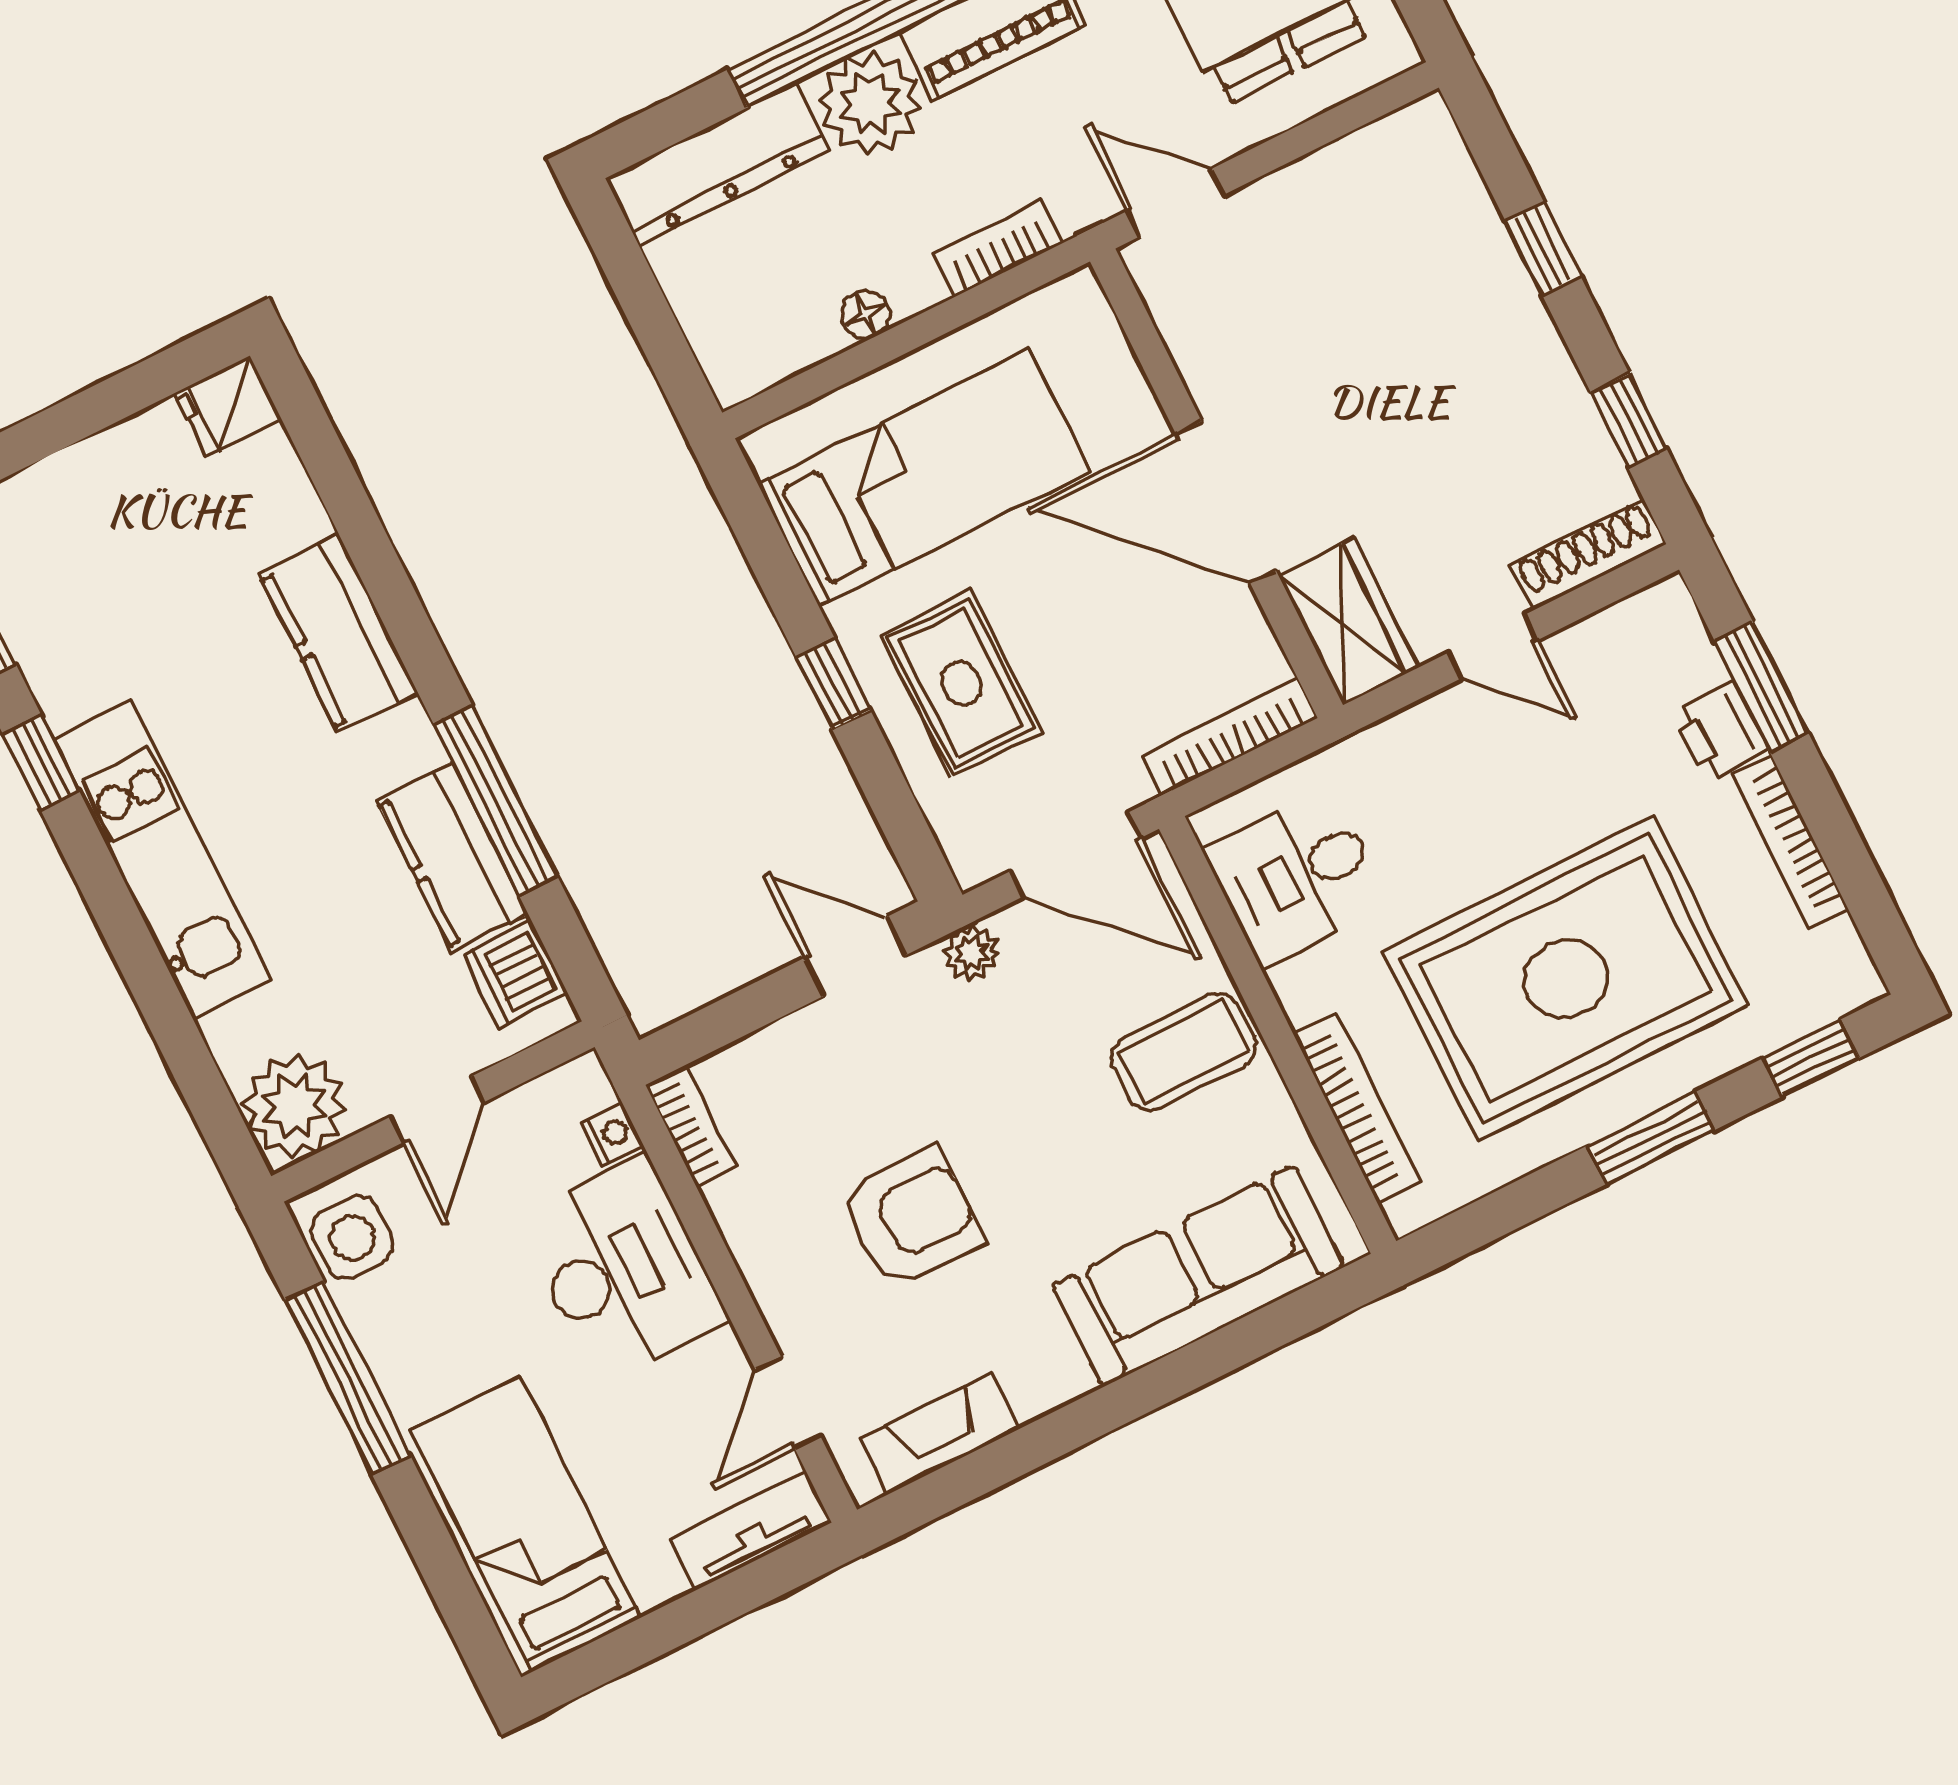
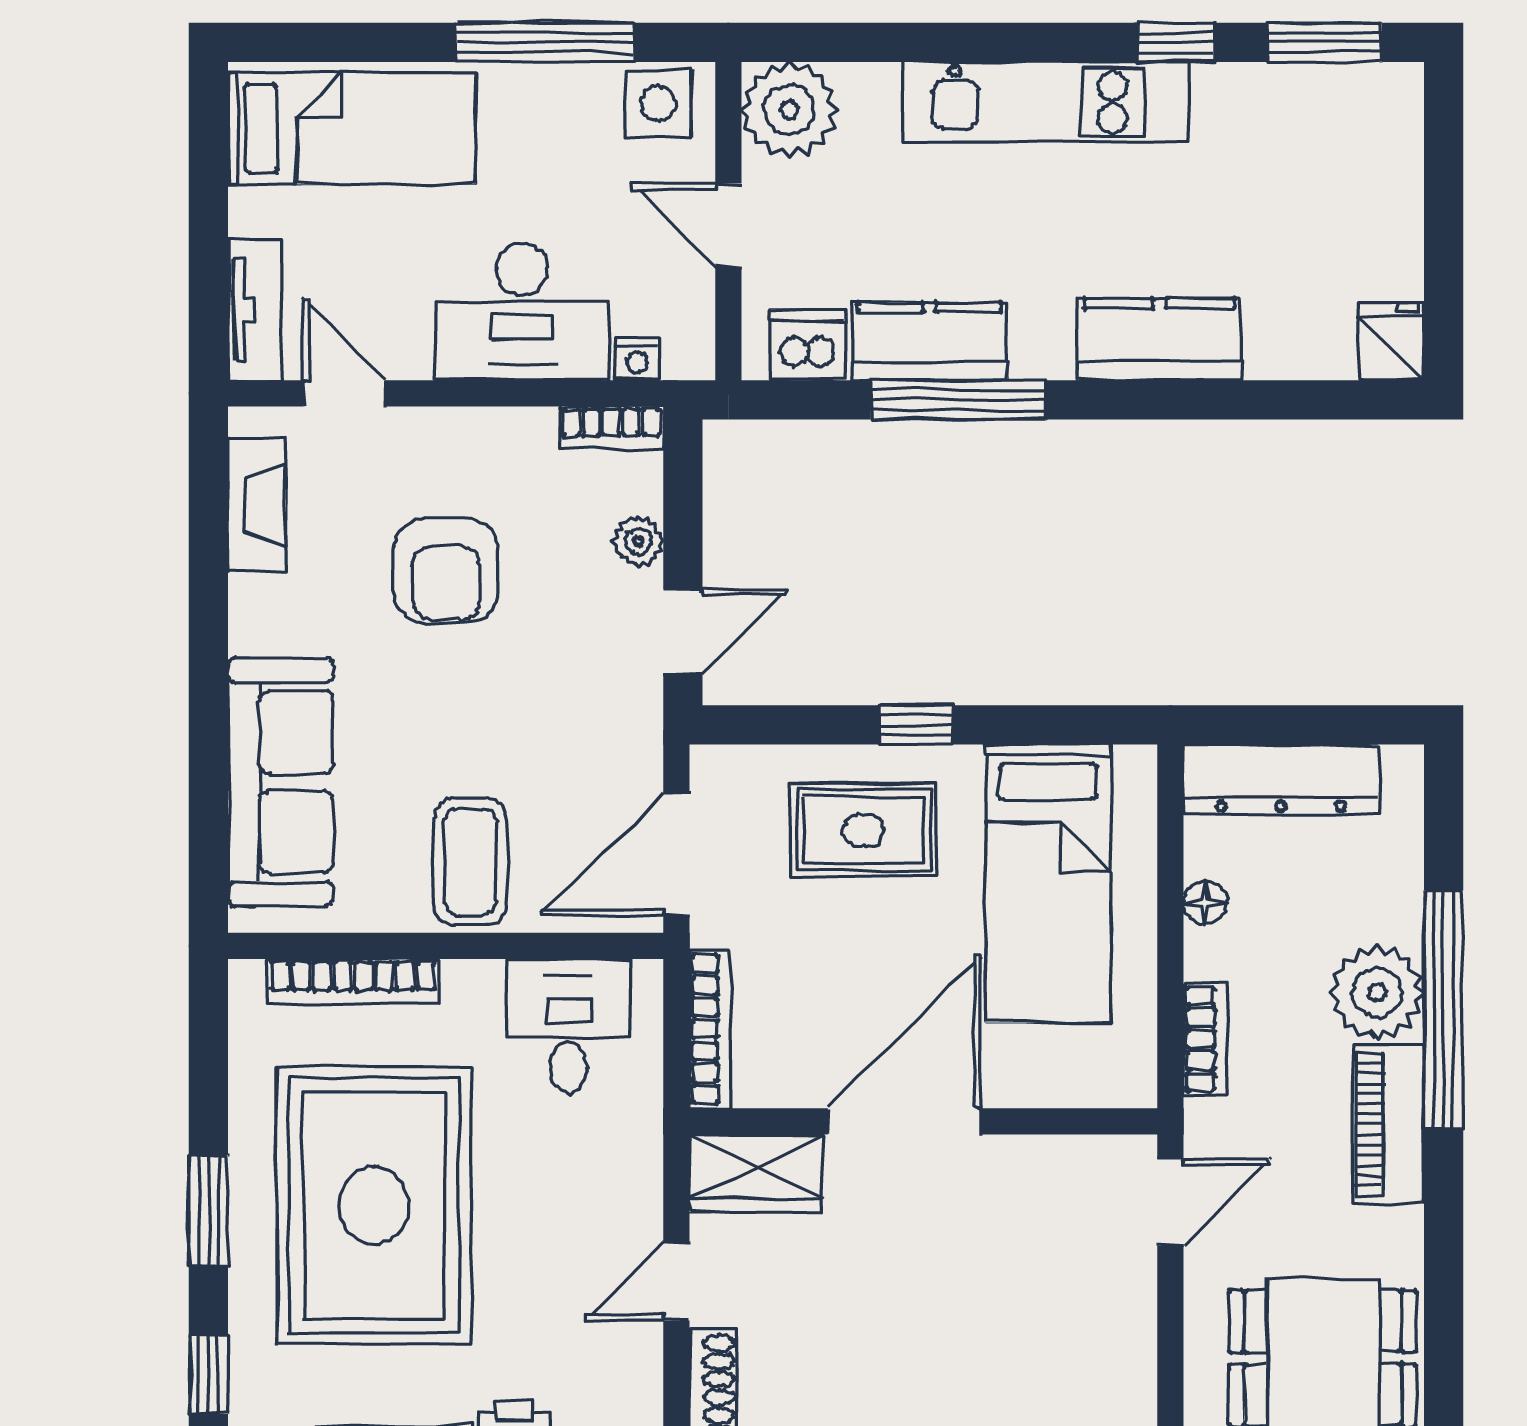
dresser: (718, 164) -> (1281, 779), moved, turned -90
plant: (971, 953) -> (638, 541), moved

